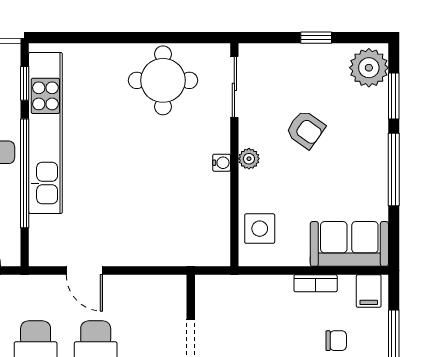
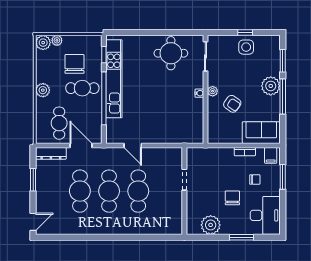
plant: (369, 68) -> (271, 86), moved
armchair: (306, 129) -> (232, 104), moved
side table: (260, 229) -> (246, 47), moved

